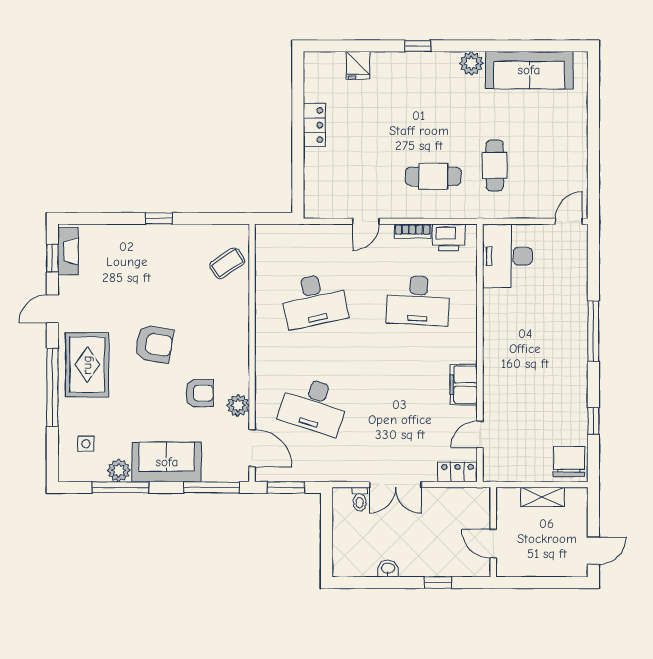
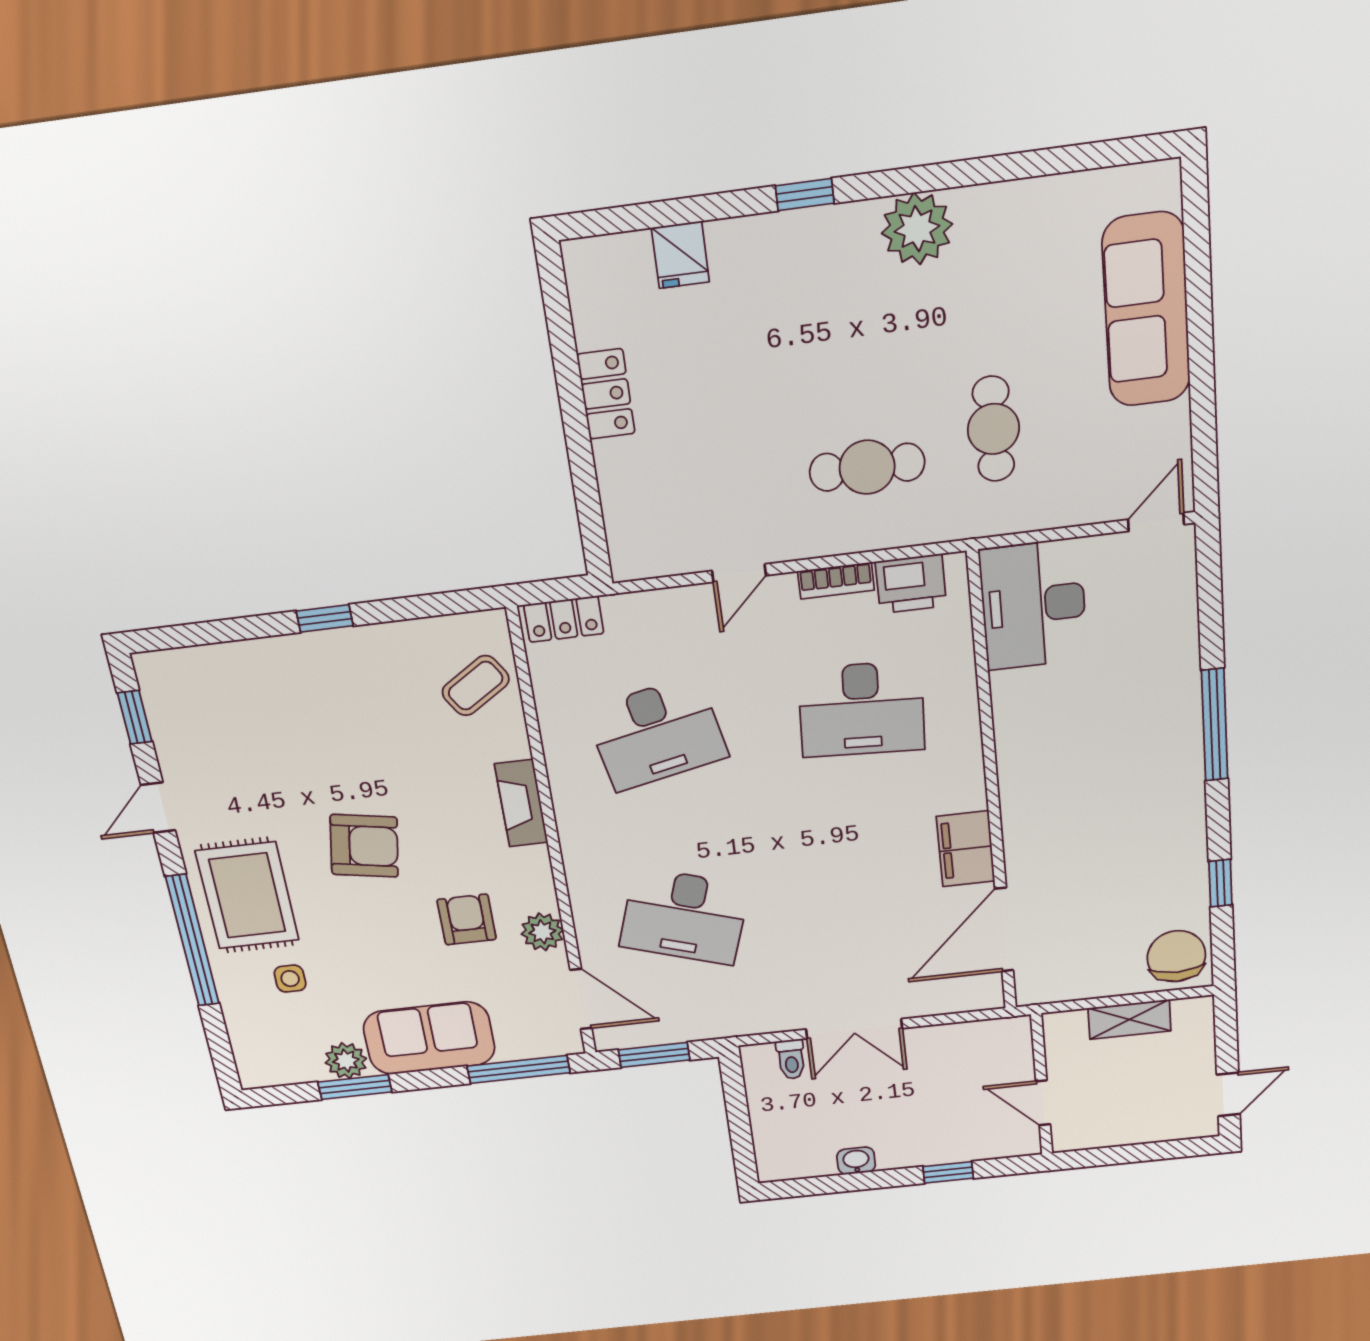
plant: (471, 63) -> (917, 229), width x1.36, depth x1.36
sofa: (529, 70) -> (1146, 310), moved, turned 90
fireplace: (68, 251) -> (521, 803), moved, turned 180
armchair: (199, 393) -> (467, 919), turned -90
door: (480, 434) -> (1004, 930), width x1.87
side table: (86, 444) -> (290, 979), moved
locker: (458, 472) -> (564, 619), moved, turned 180
window: (120, 487) -> (355, 1087), width x0.69

